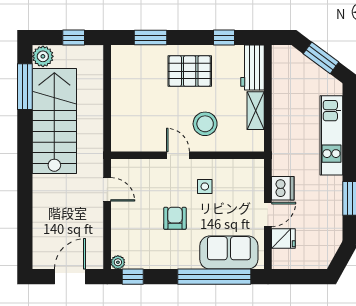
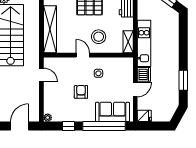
shelving: (122, 111) -> (50, 29), added
shelving: (256, 111) -> (128, 42), moved
kitchen unit: (331, 135) -> (144, 43), moved, turned 180
fridge: (283, 239) -> (144, 116), moved
window: (133, 277) -> (69, 126), moved

